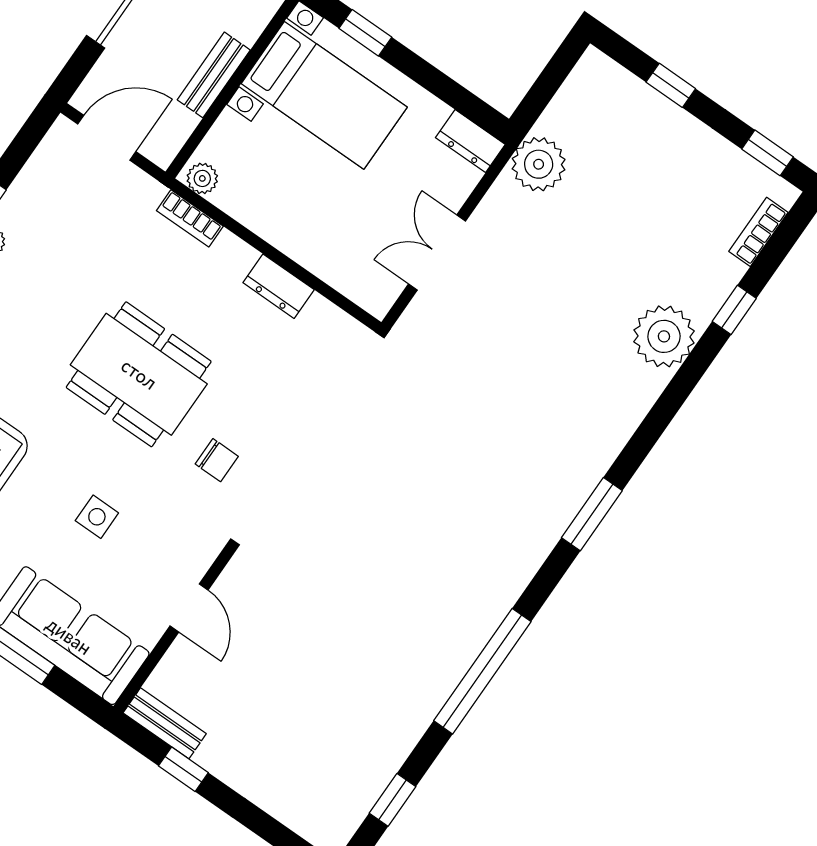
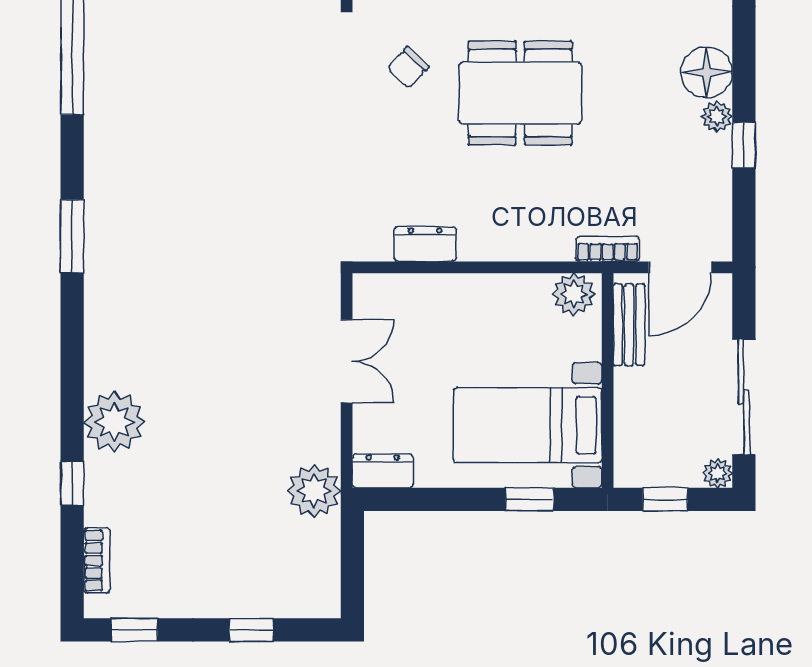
bench: (214, 75) -> (629, 325), moved
plant: (202, 178) -> (574, 294), width x1.38, depth x1.38
bookcase: (190, 218) -> (608, 249), moved
dresser: (279, 286) -> (425, 244), moved
chair: (217, 460) -> (408, 68), turned -47

